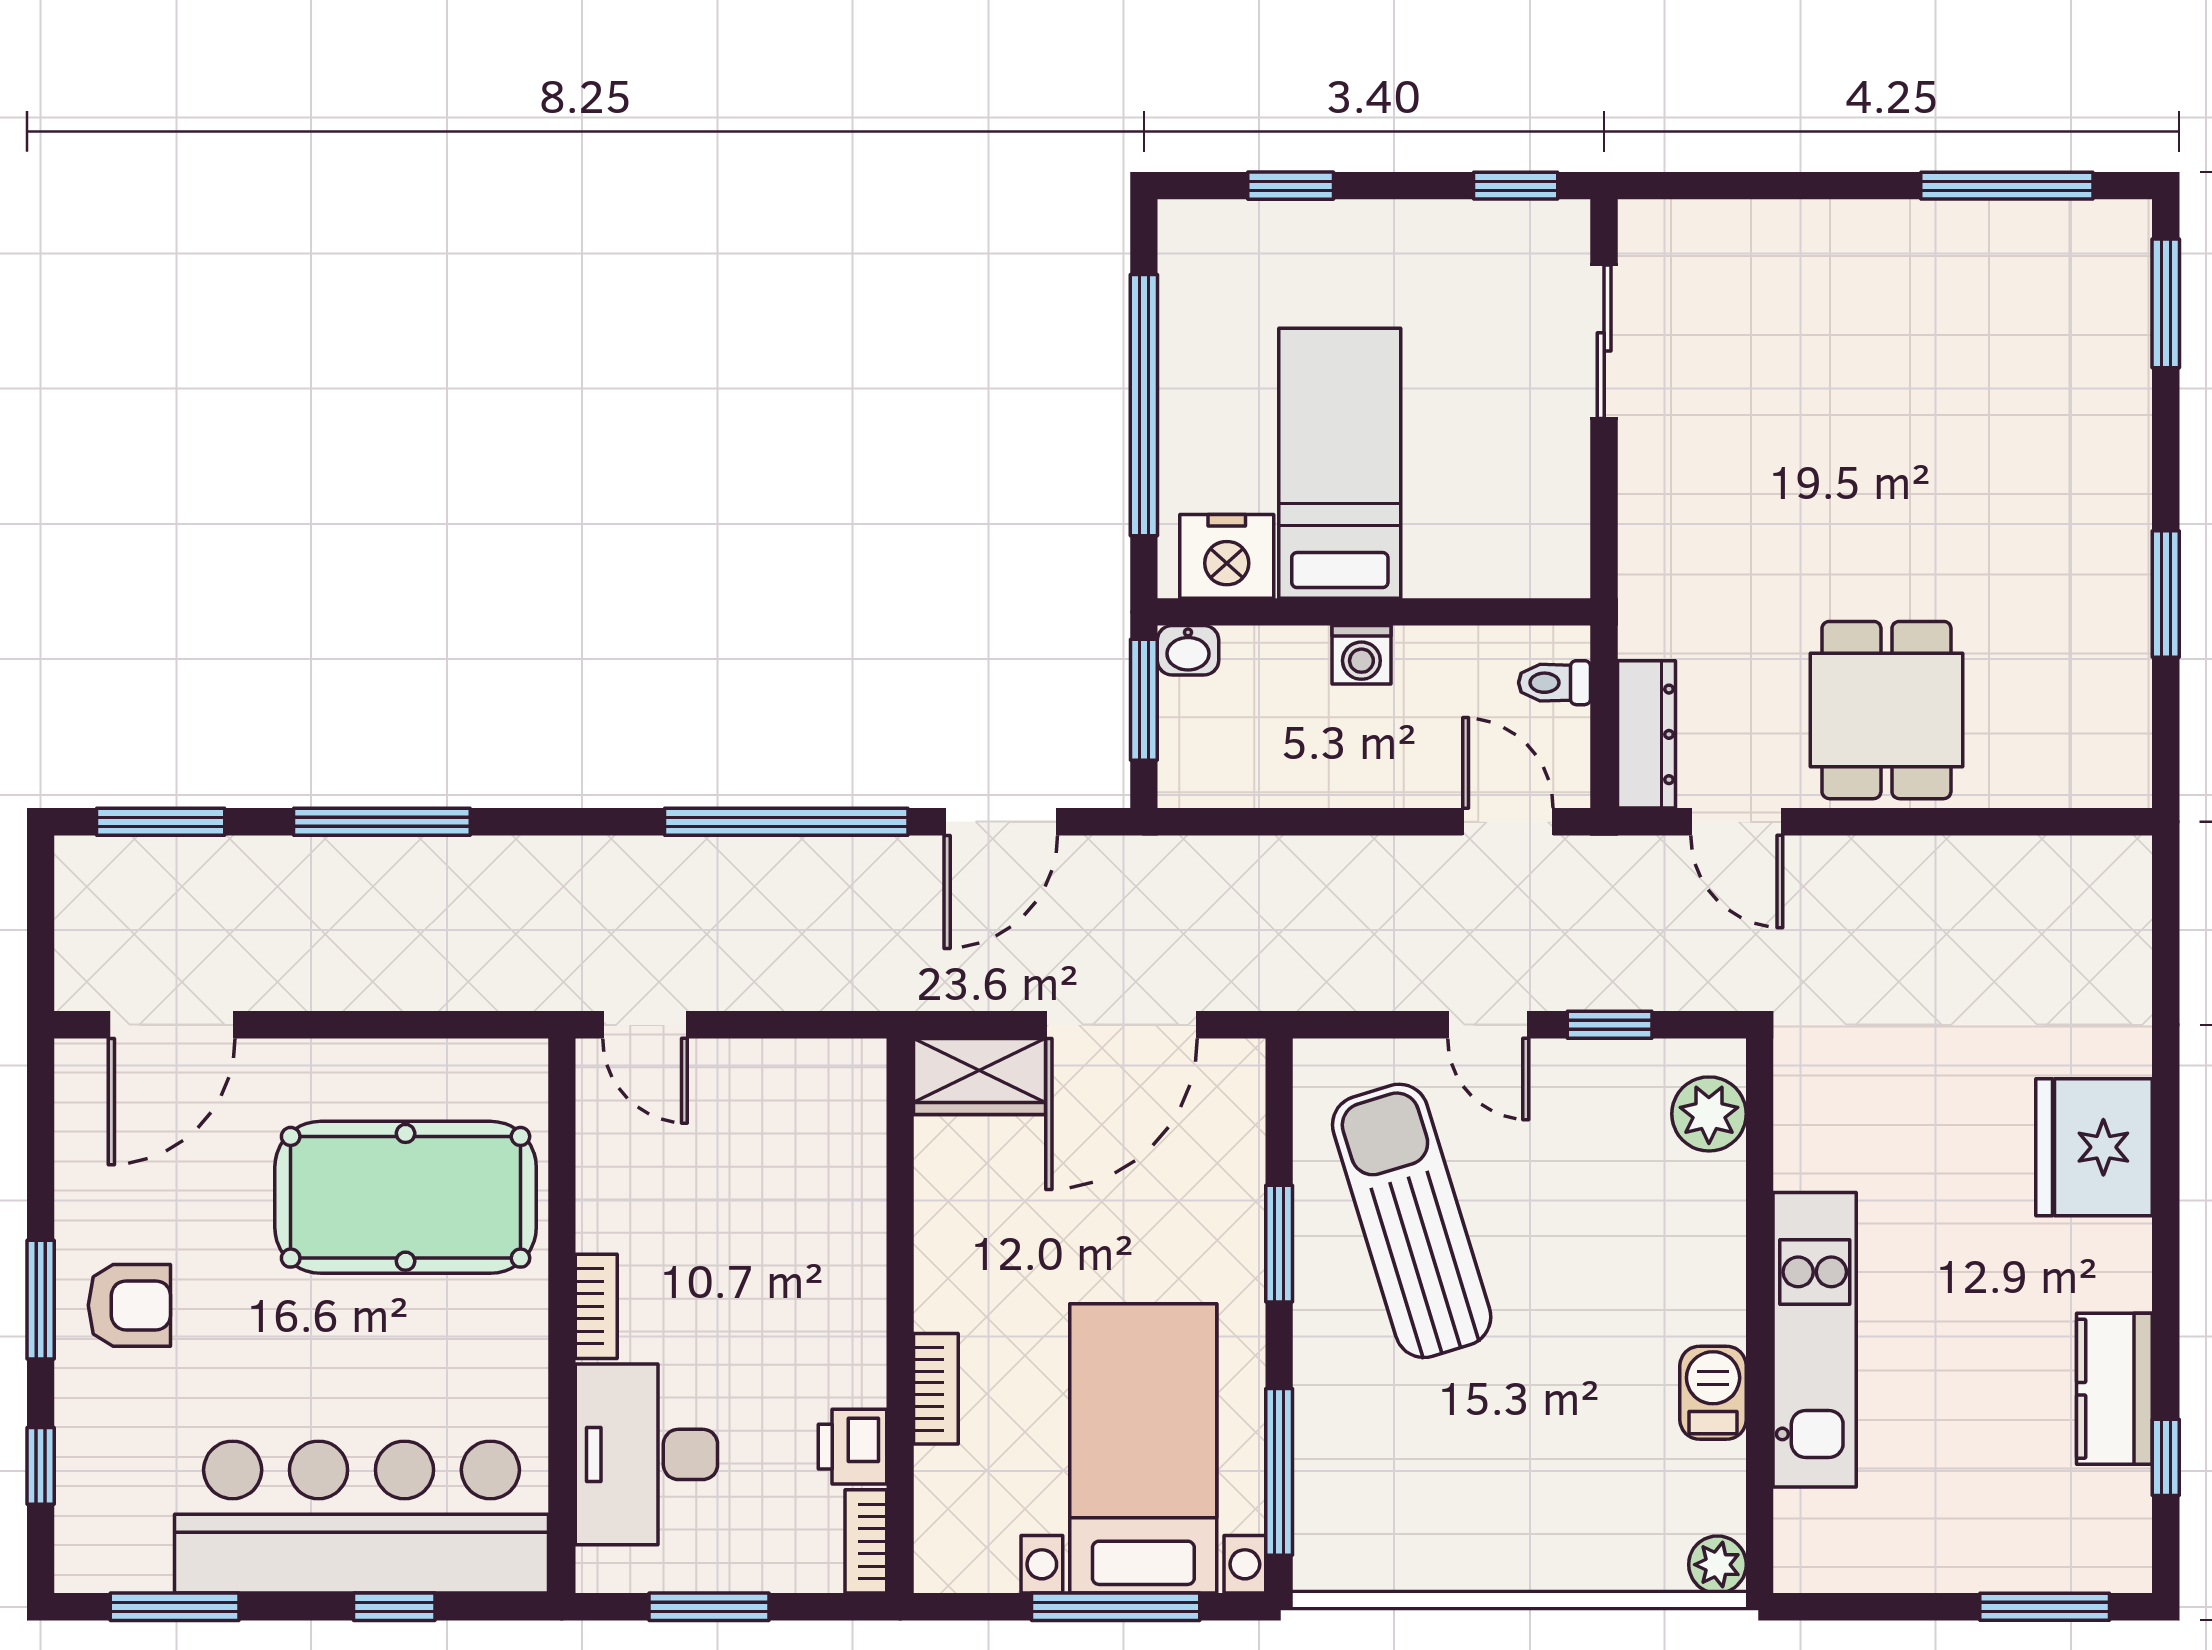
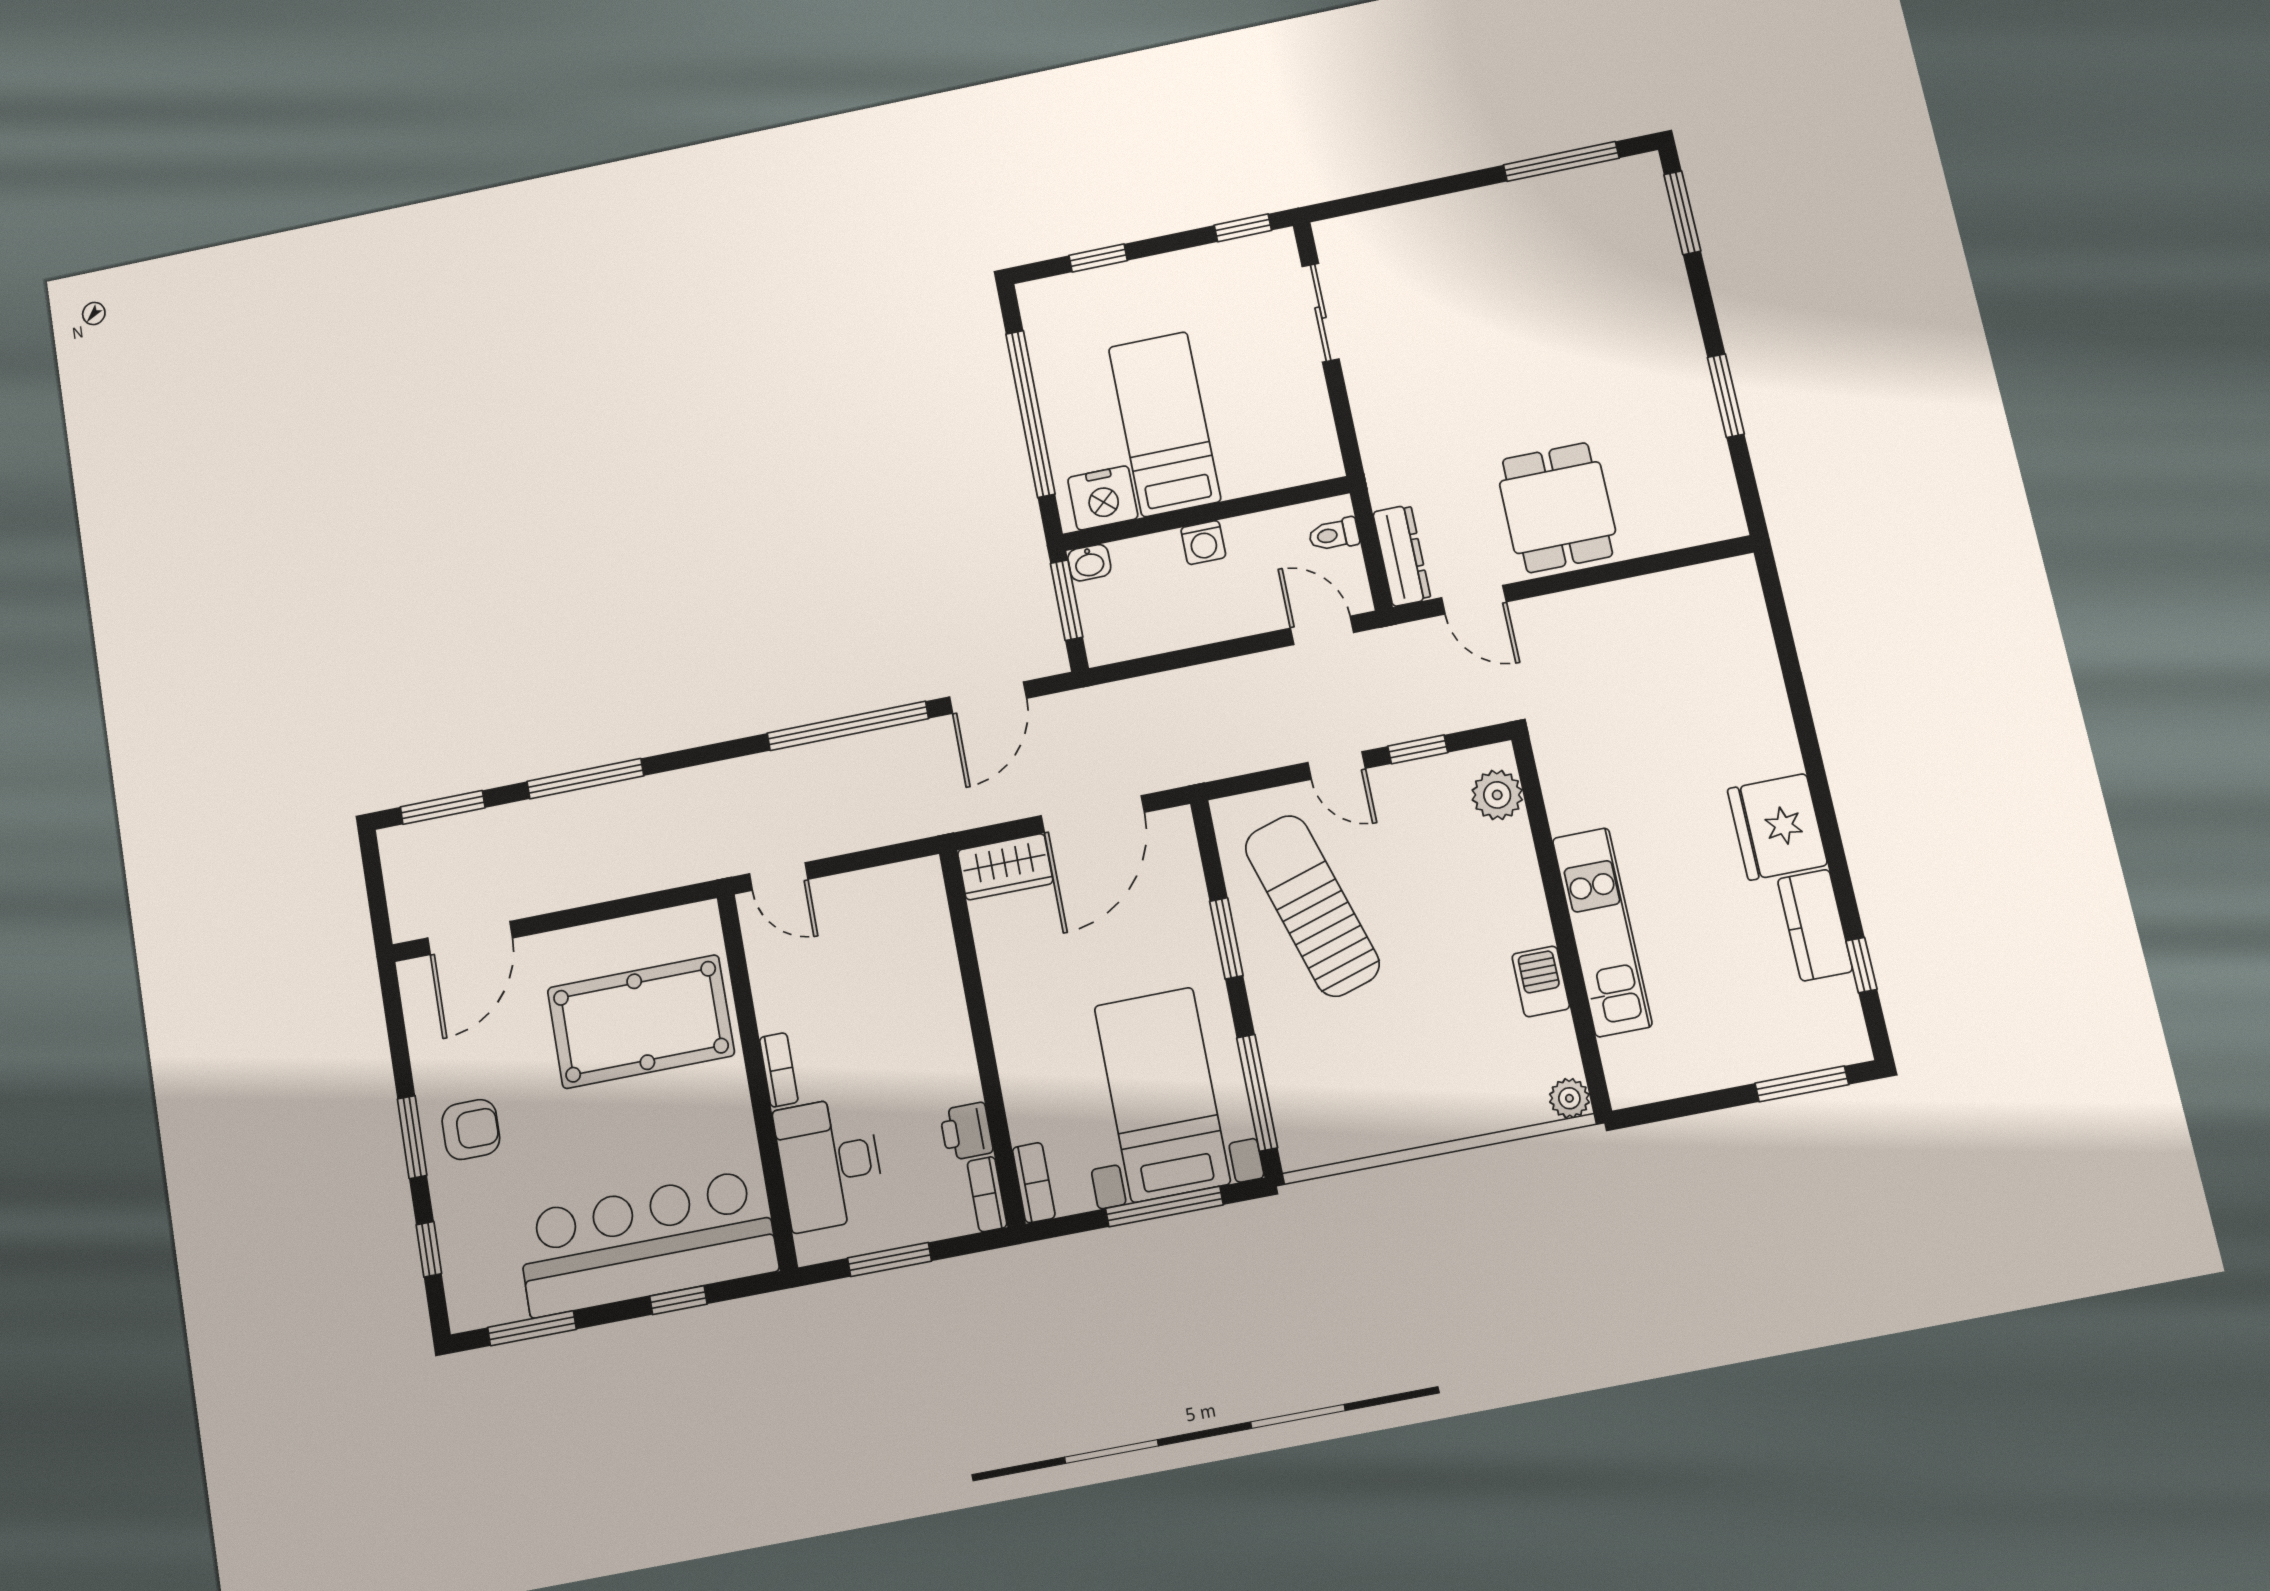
fridge: (2094, 1147) -> (1777, 827), moved
bookcase: (936, 1389) -> (1034, 1183), moved

